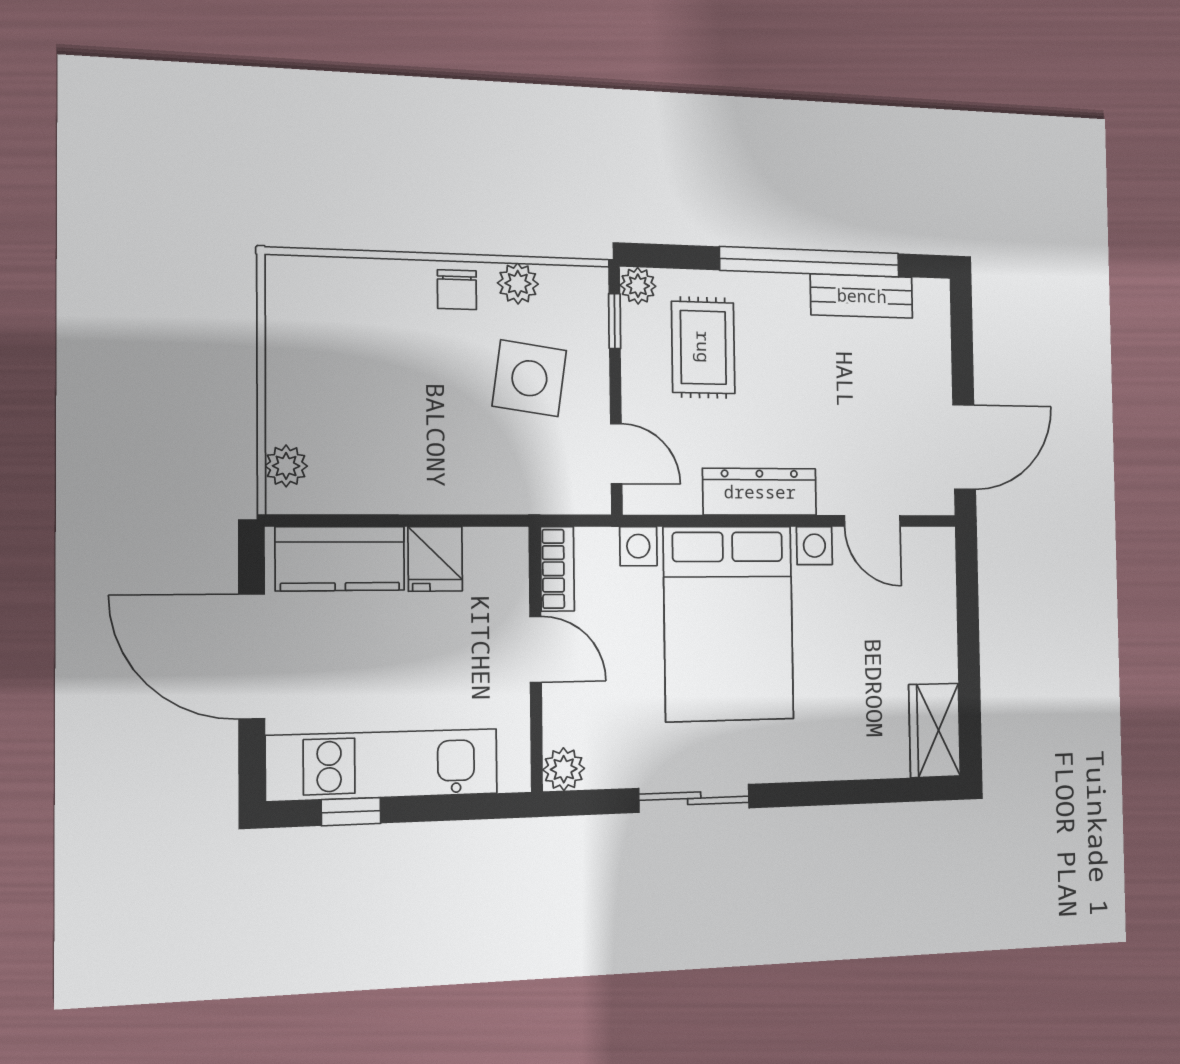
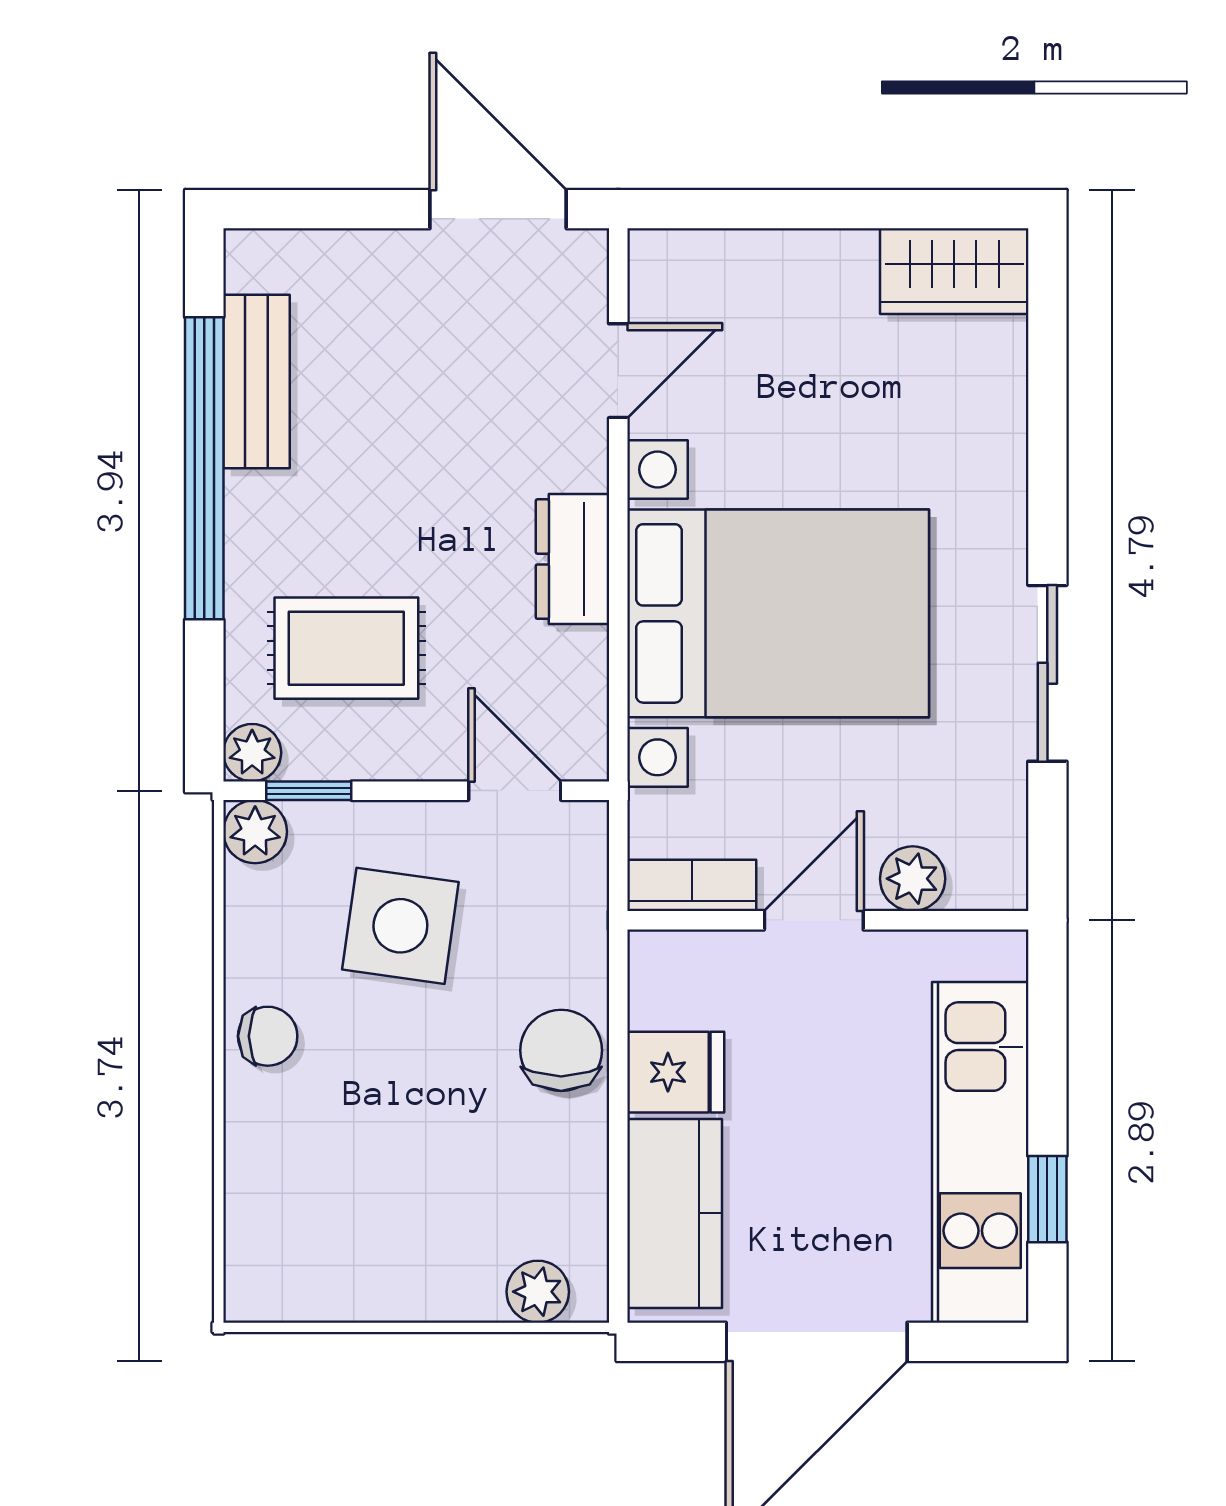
plant: (518, 283) -> (255, 832), moved
door: (616, 454) -> (515, 791), hinge flipped
chair: (449, 483) -> (561, 1050), added
dresser: (760, 492) -> (572, 559), width x0.70
plant: (564, 769) -> (913, 879), moved

